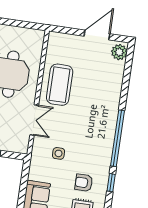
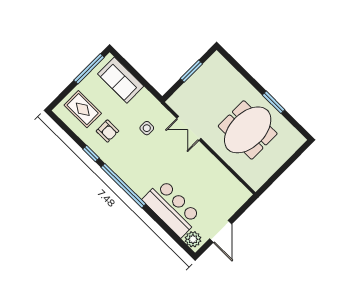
coffee table: (60, 85) -> (202, 171), removed
bar counter: (107, 87) -> (172, 208), added
armchair: (84, 183) -> (107, 131), turned 90

